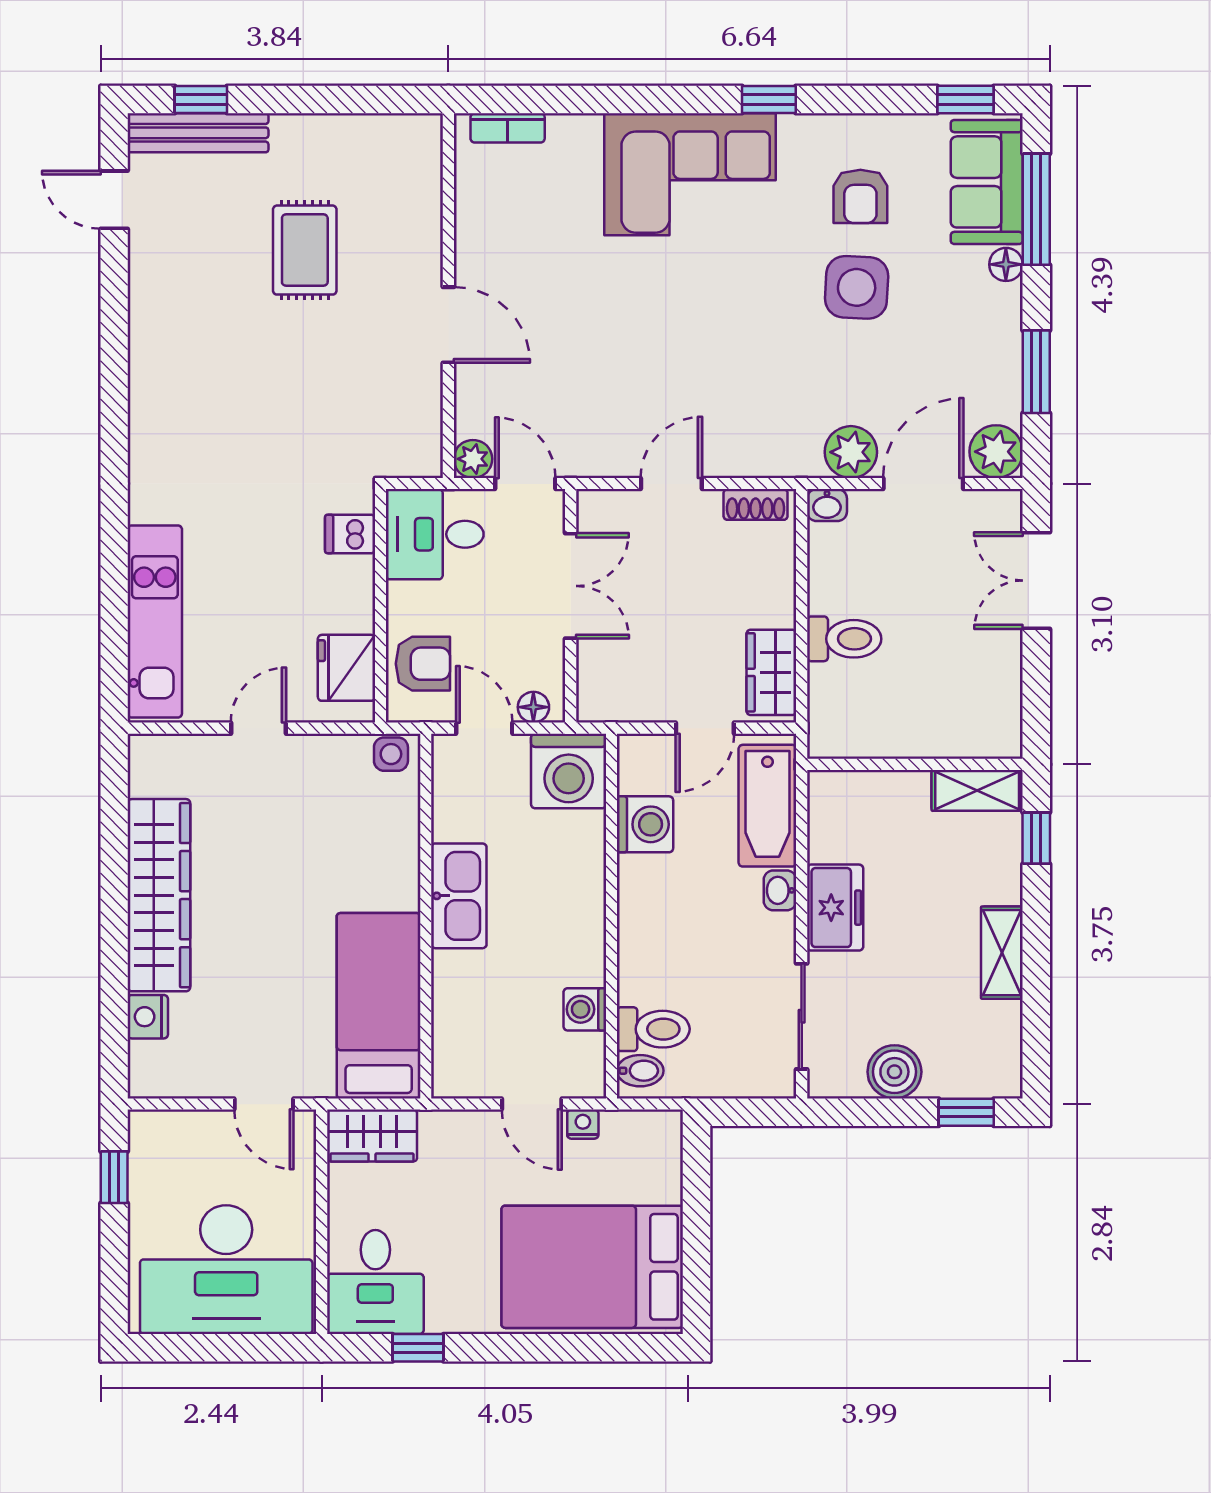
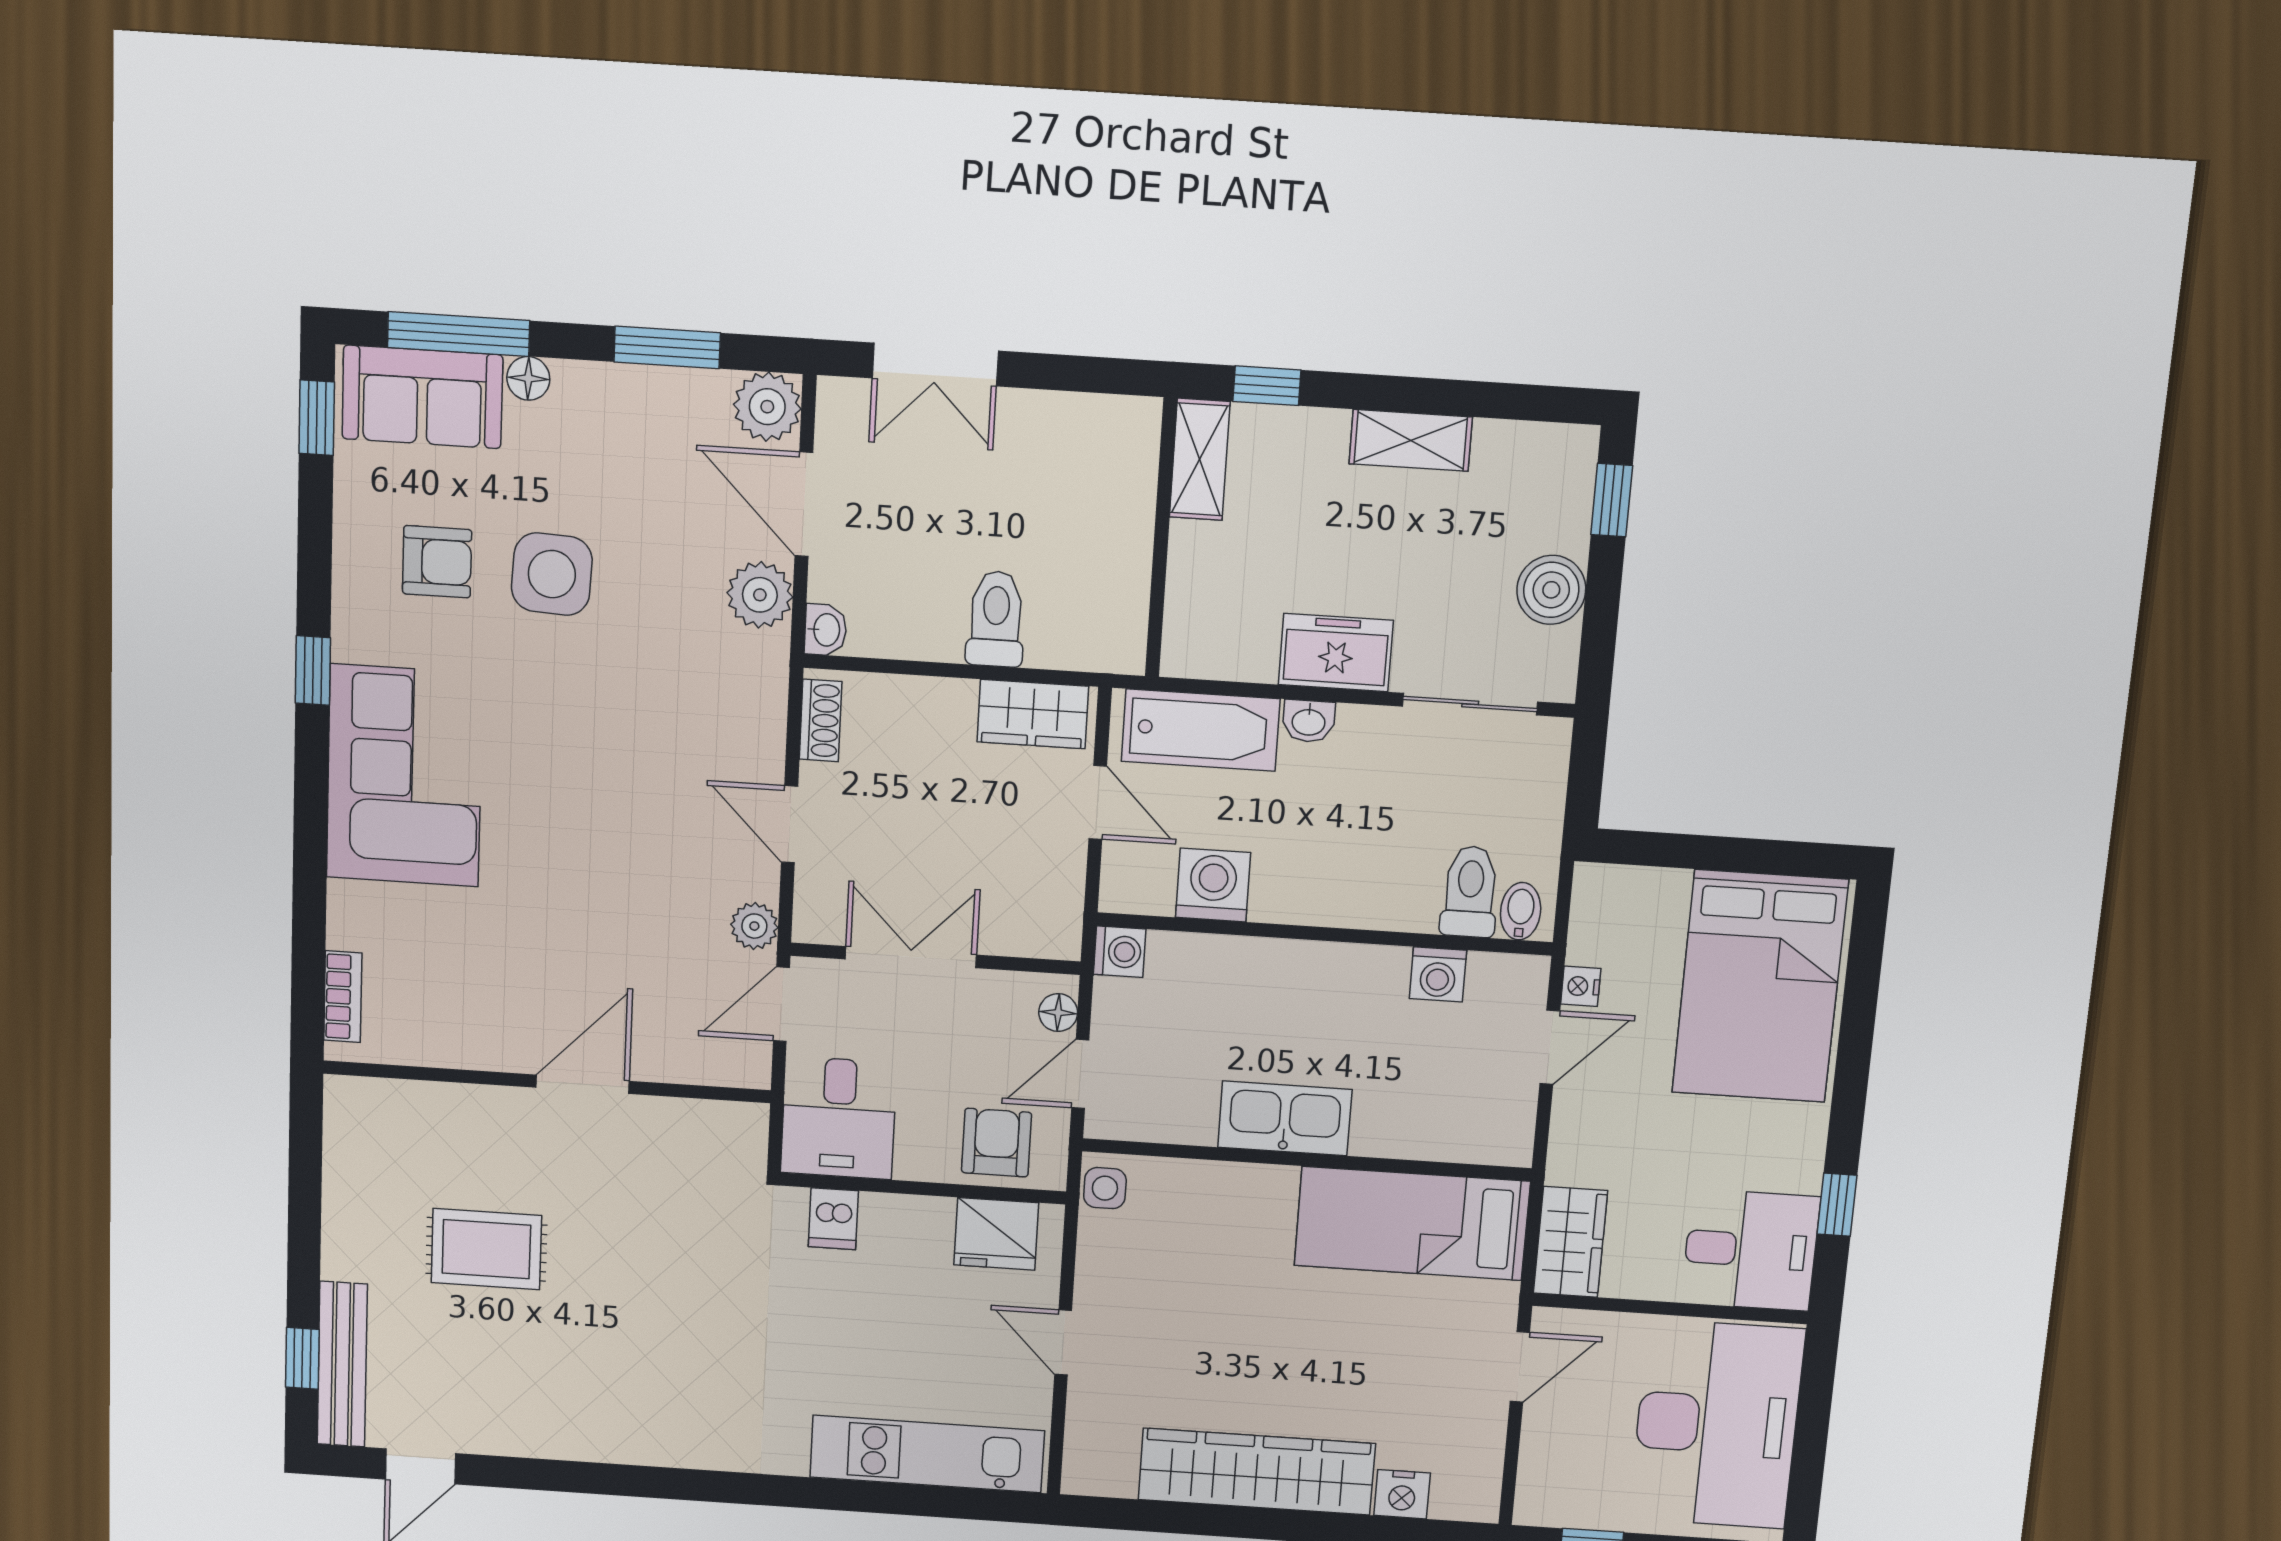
plant: (473, 459) -> (754, 926), moved
washing machine: (569, 771) -> (1120, 952), width x0.53, depth x0.53

